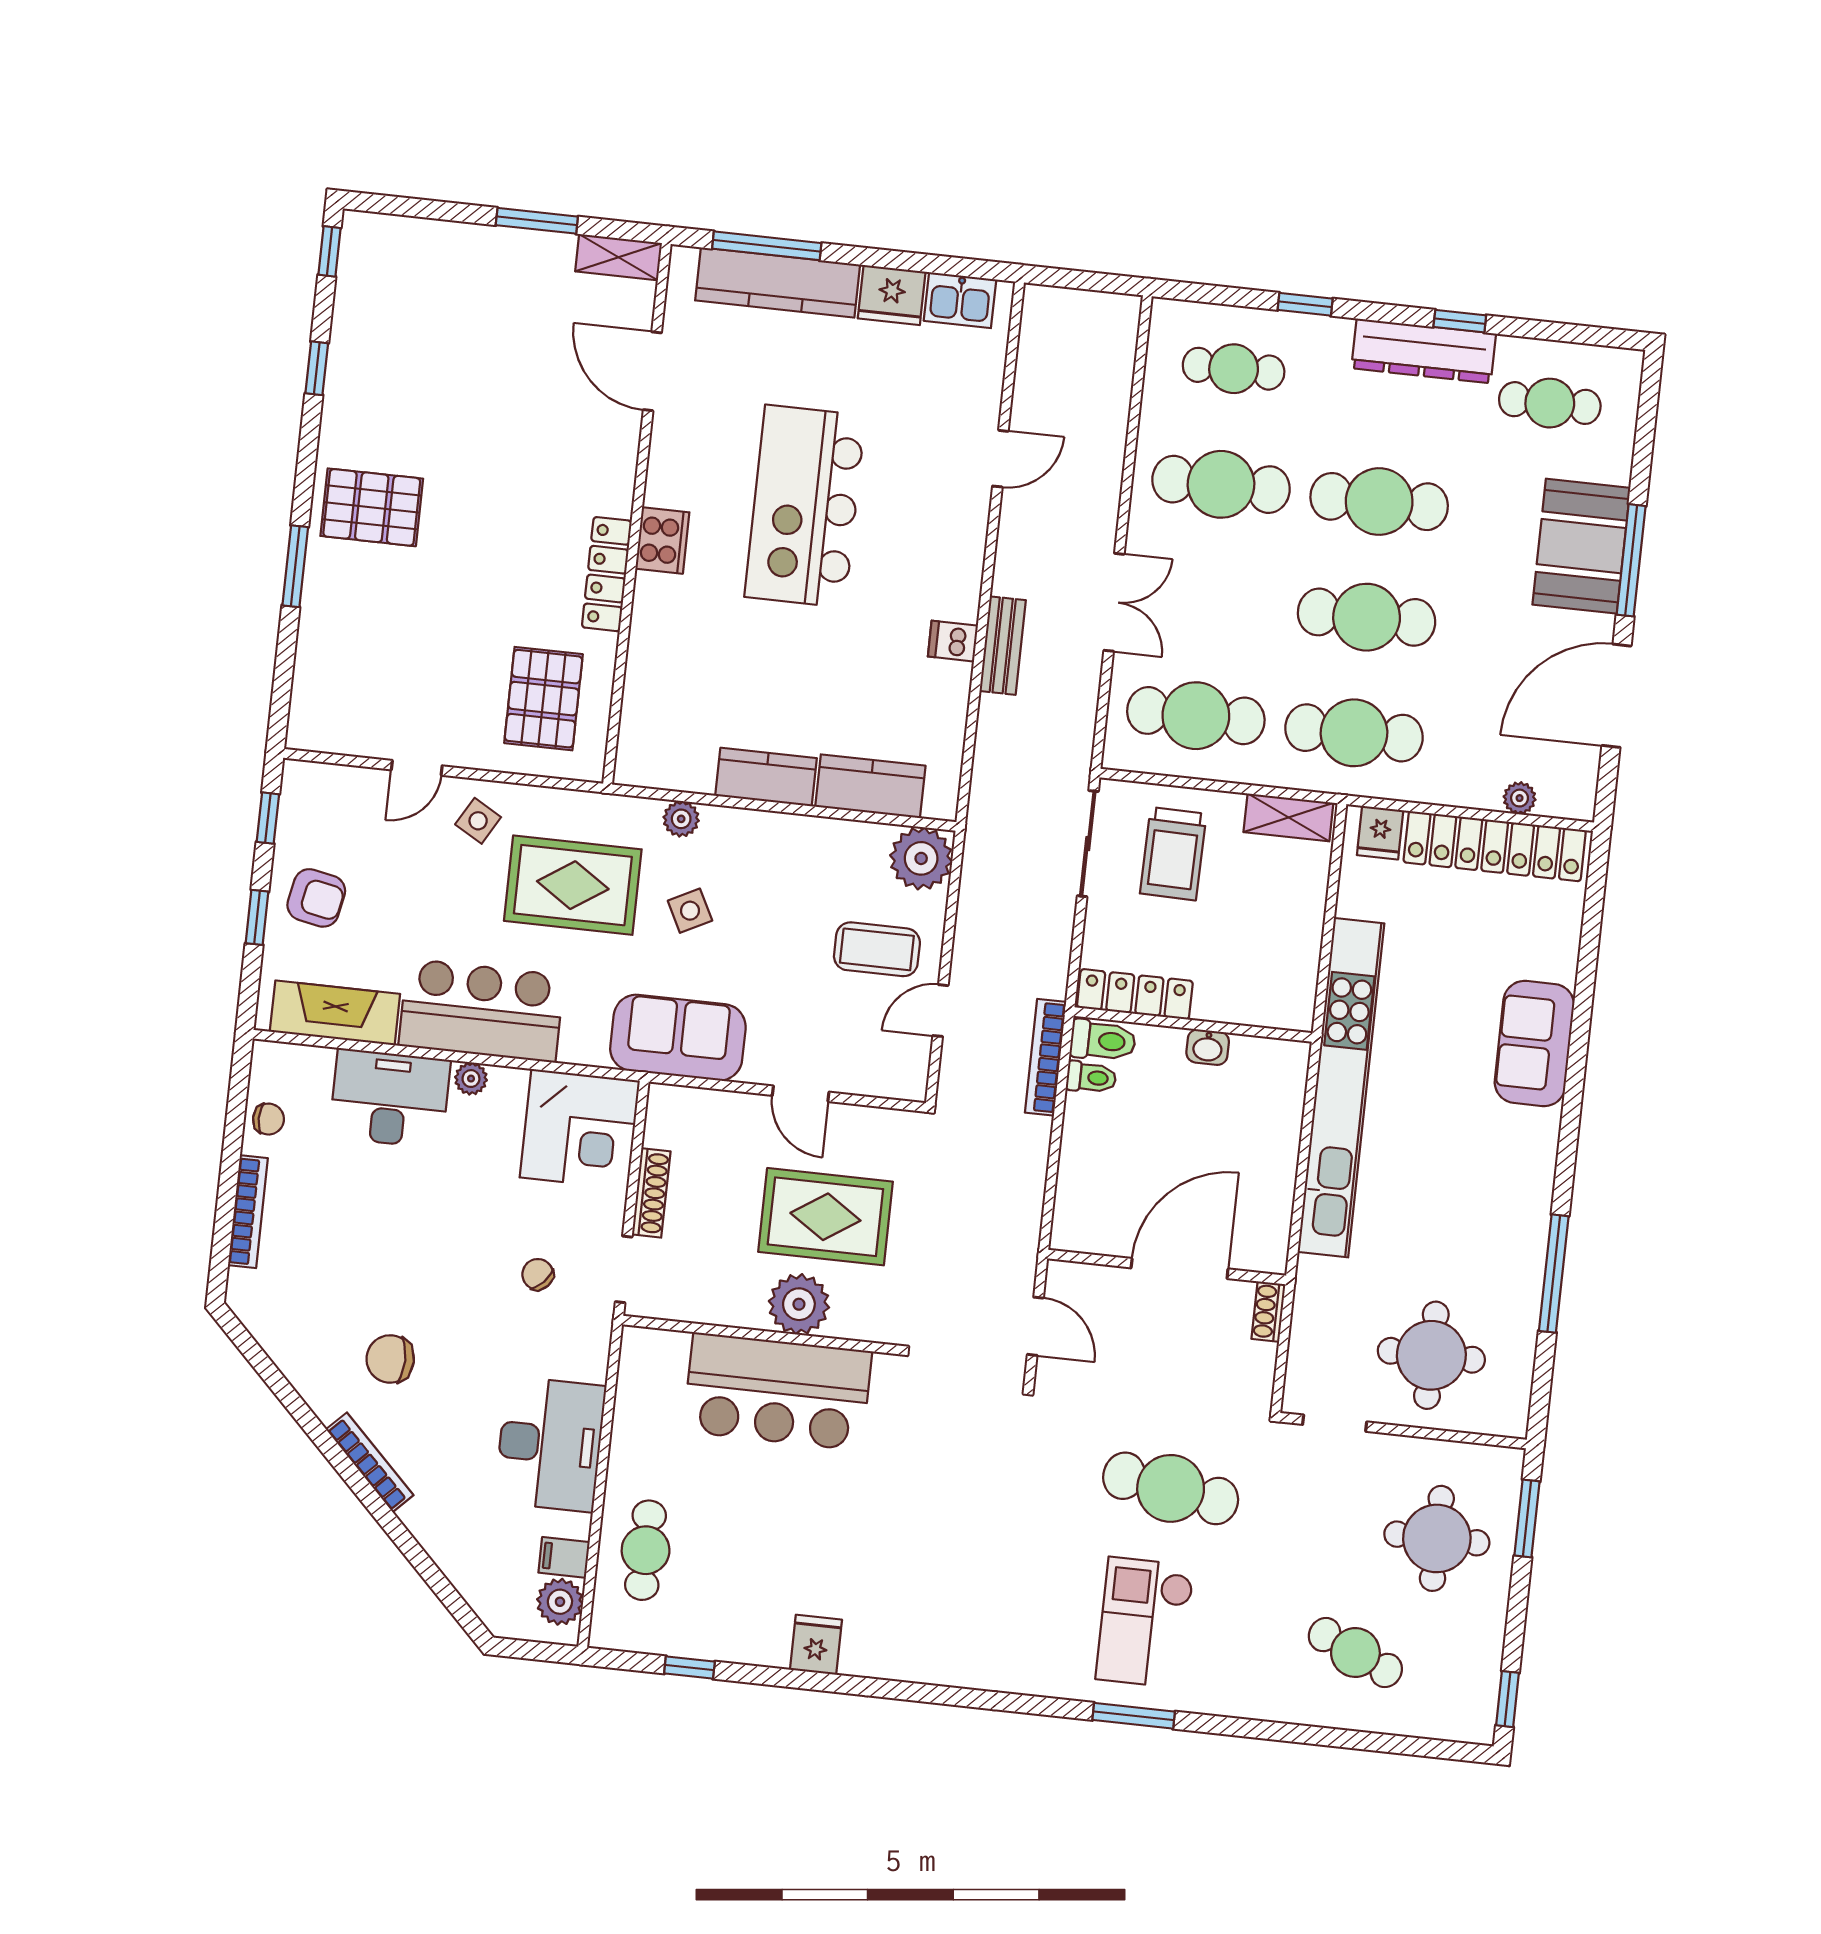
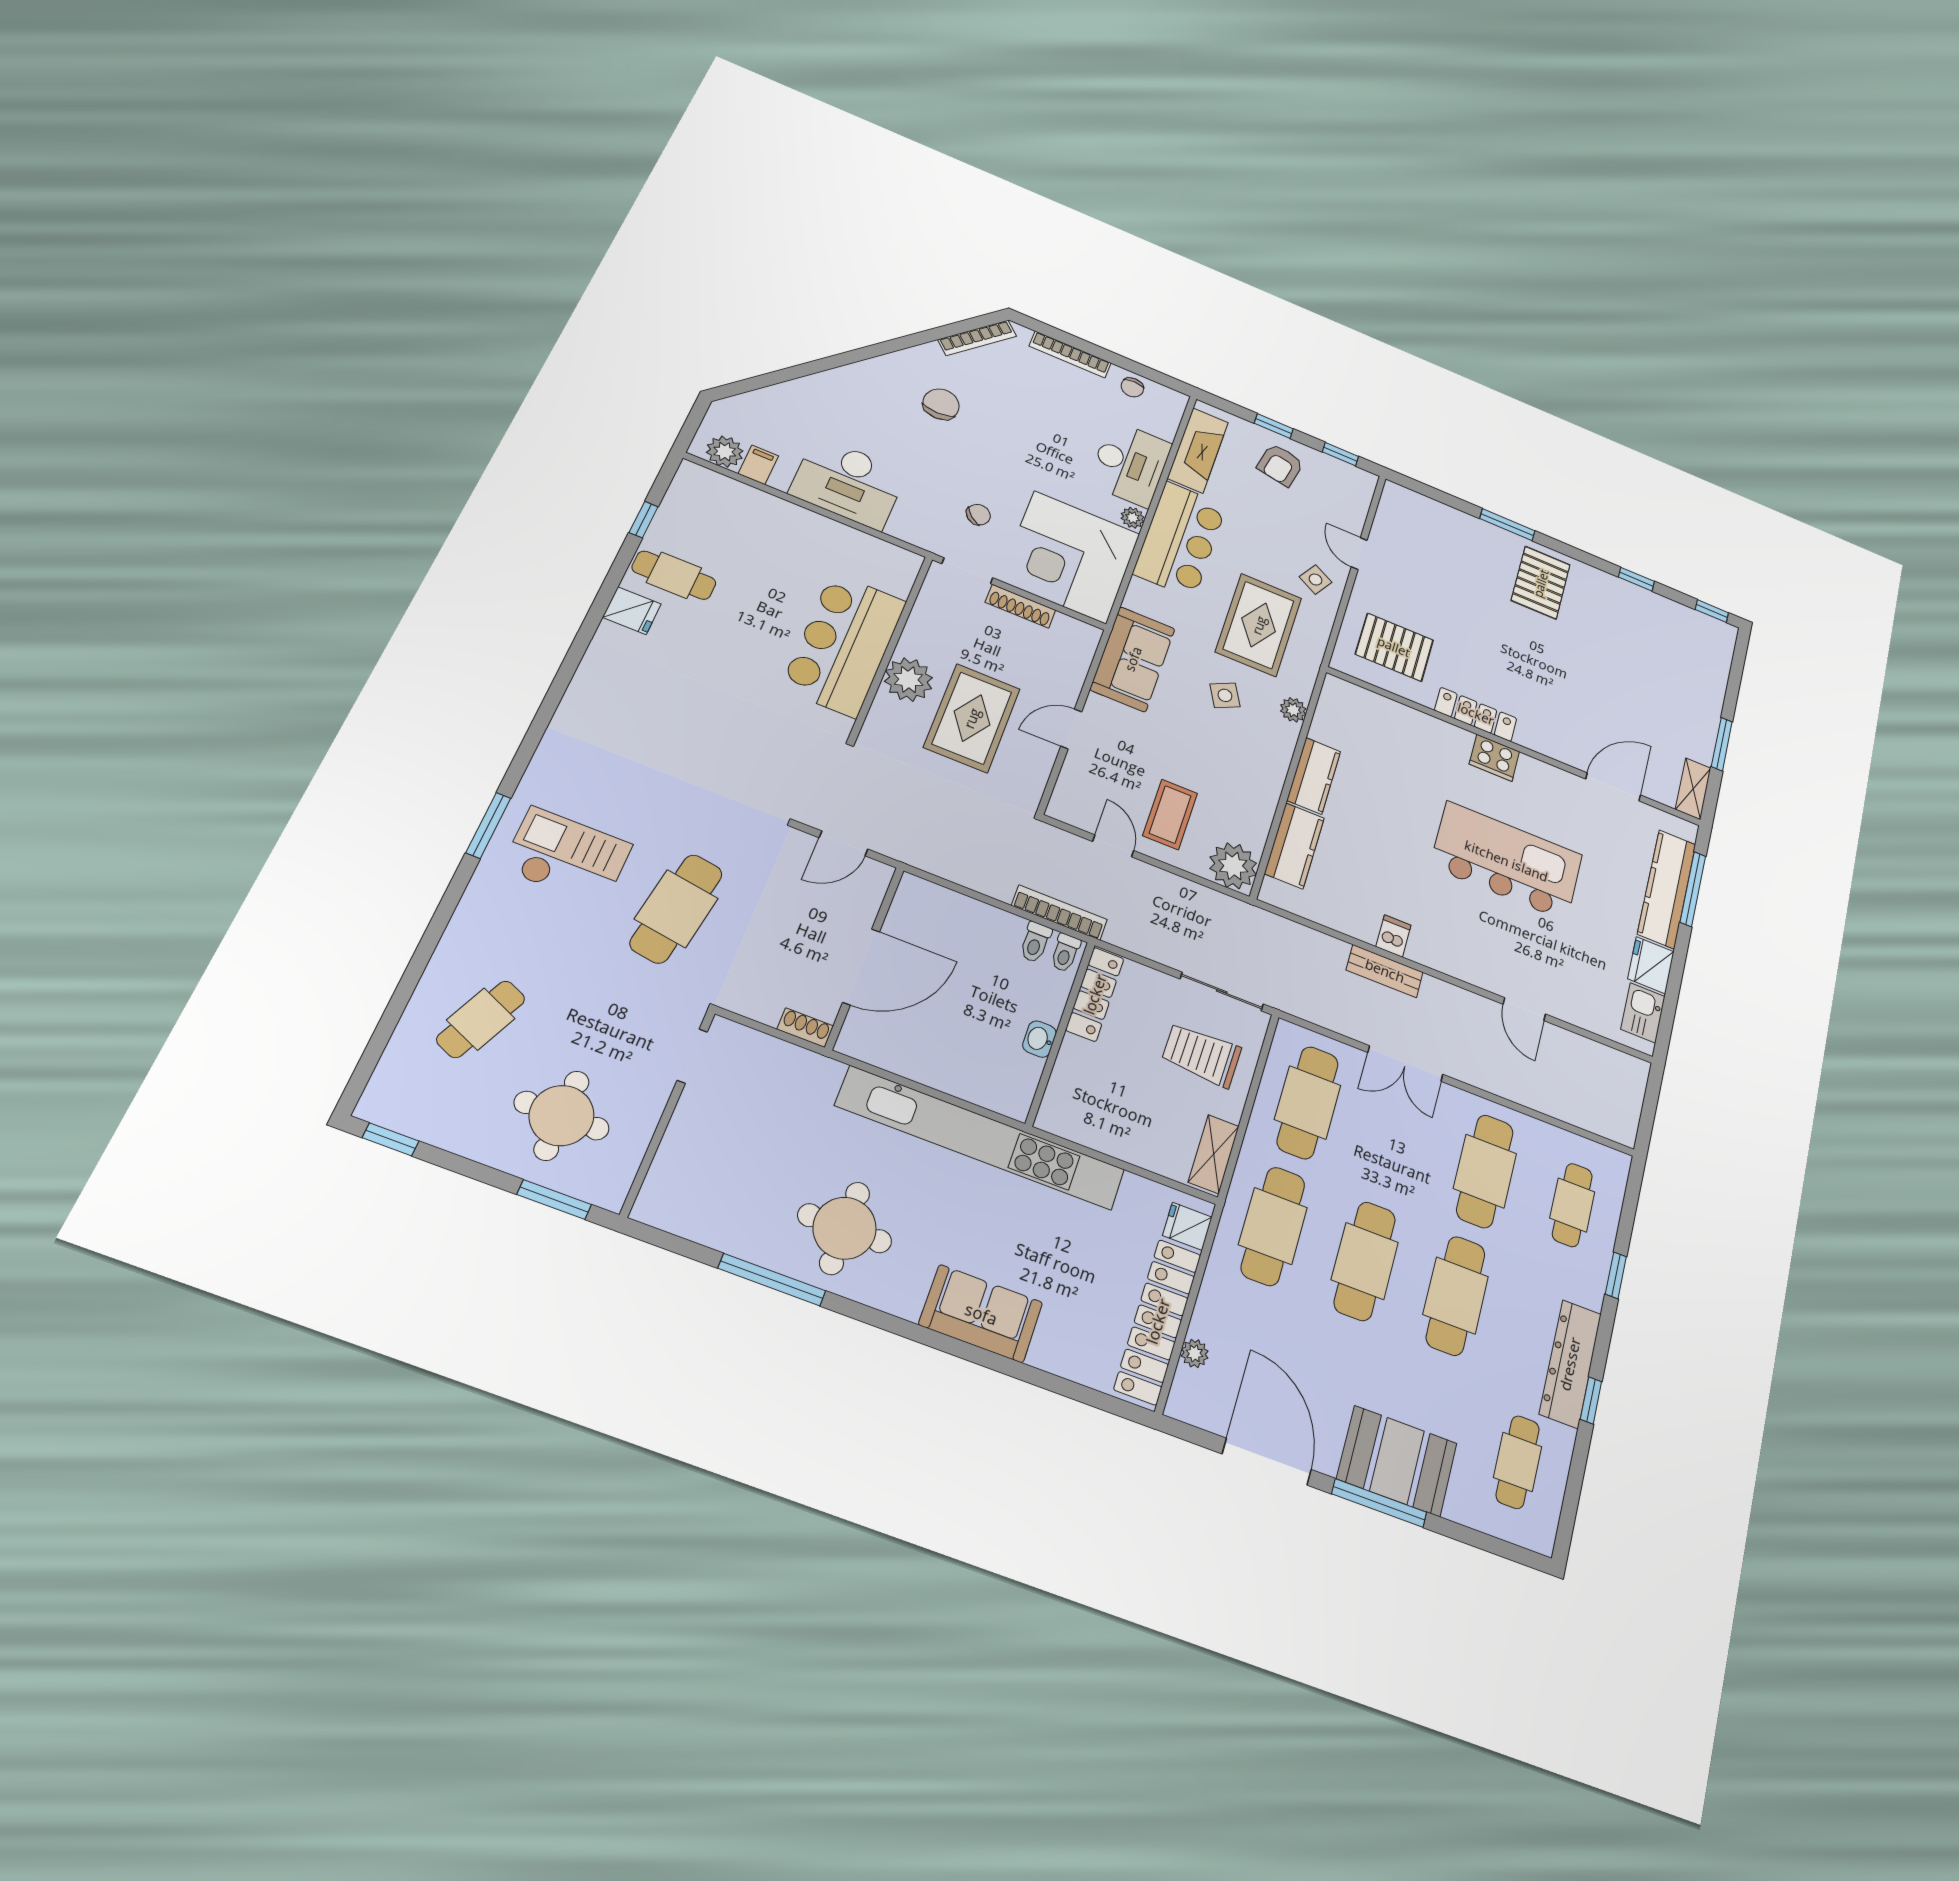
toilet: (1103, 1041) -> (1065, 953), width x0.73, depth x0.72
corner desk: (580, 1129) -> (1070, 557), width x1.36, depth x1.36
door: (1180, 1268) -> (861, 967), hinge flipped
round table: (1431, 1355) -> (845, 1228), moved
bookcase: (370, 1462) -> (977, 338), moved
cafe table: (646, 1550) -> (674, 575), moved

